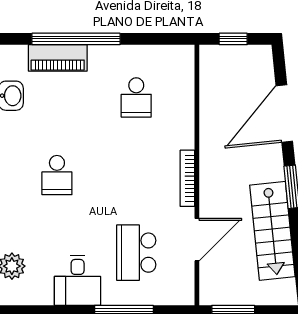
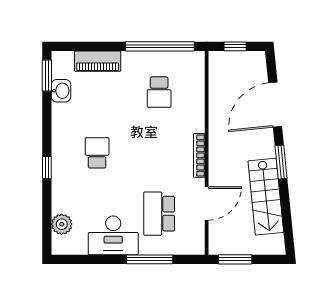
window: (76, 39) -> (160, 46), moved
school desk: (57, 175) -> (97, 153), turned 180
desk: (78, 280) -> (113, 235), width x1.37

